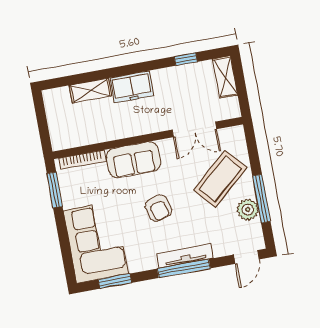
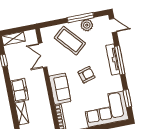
double door: (194, 129) -> (43, 55), swing flipped

